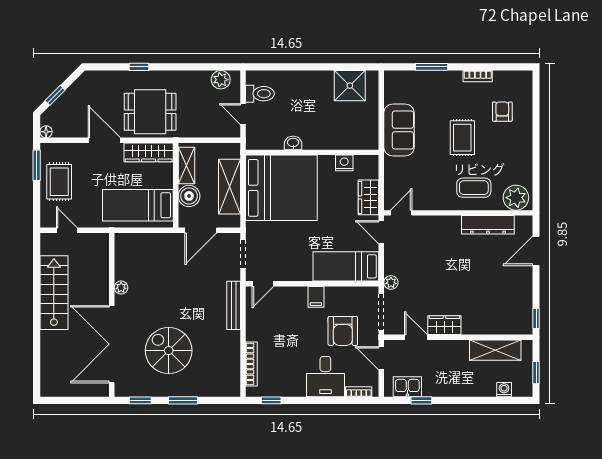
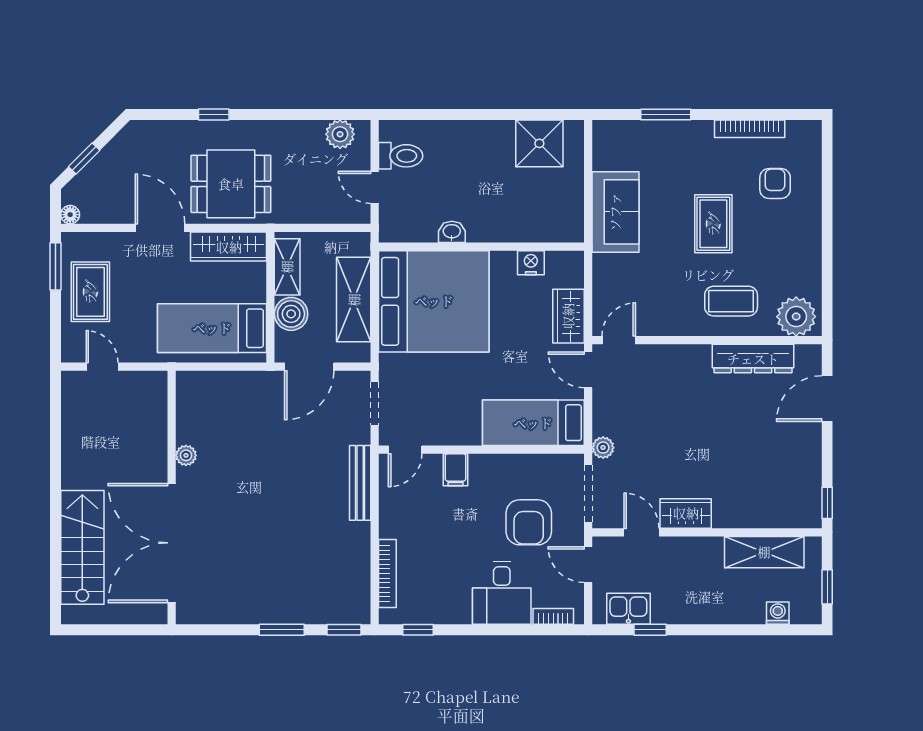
bookcase: (478, 76) -> (750, 129), width x1.56
stairs: (54, 293) -> (82, 547), moved
filing cabinet: (316, 297) -> (455, 470), moved
spiral stairs: (169, 351) -> (260, 553), removed
window: (140, 400) -> (344, 630), moved

